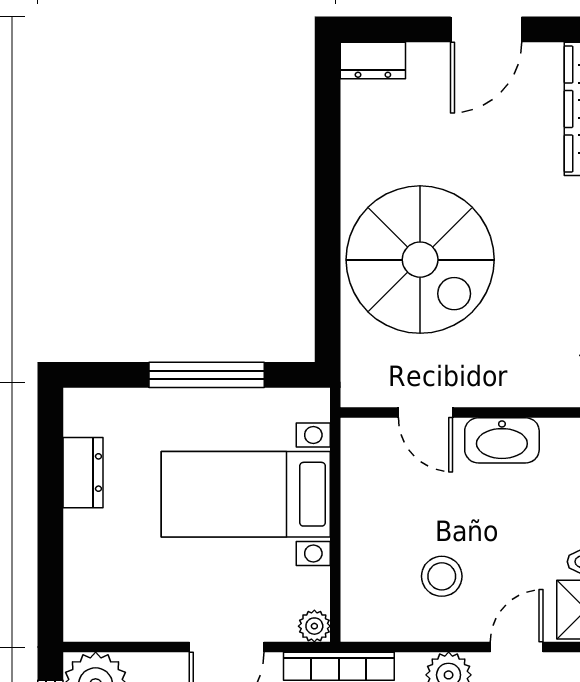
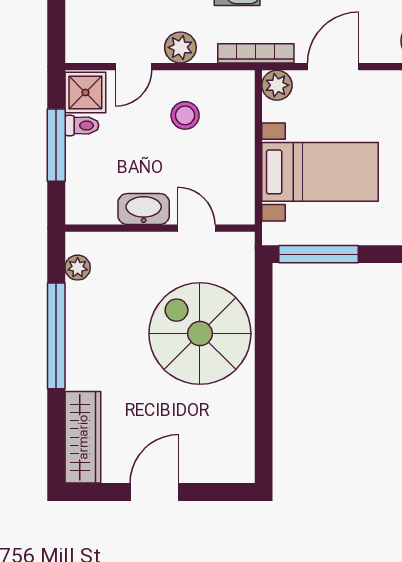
dresser: (373, 60) -> (232, 471), removed
window: (207, 375) -> (318, 254), moved
plant: (314, 626) -> (277, 85), width x1.38, depth x1.38

